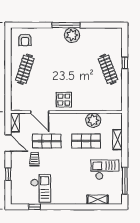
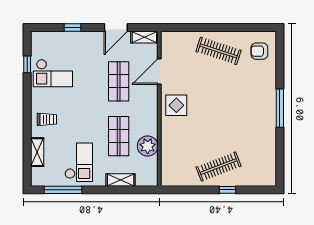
plant: (72, 35) -> (266, 116), removed
trolley: (34, 159) -> (47, 119), moved

